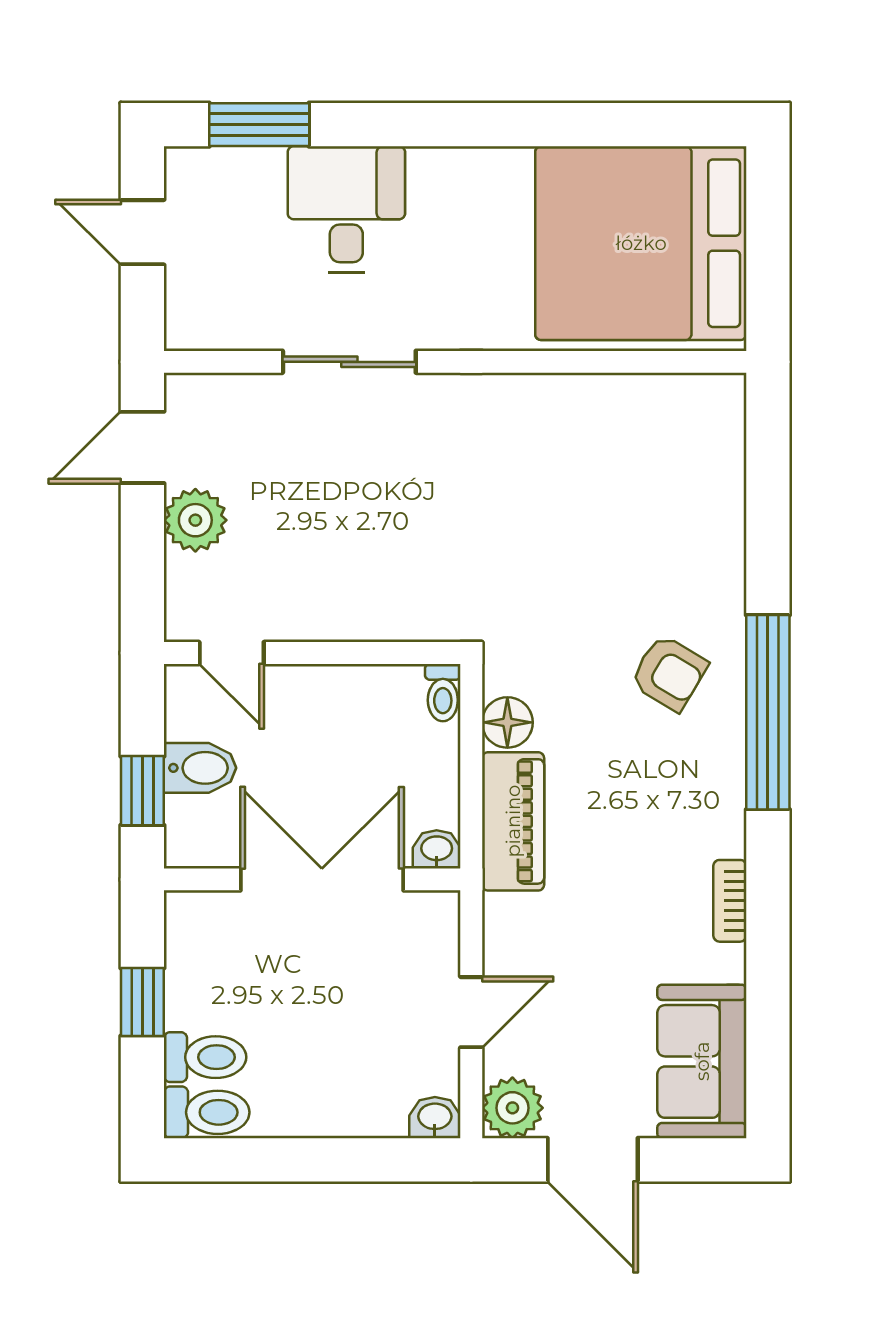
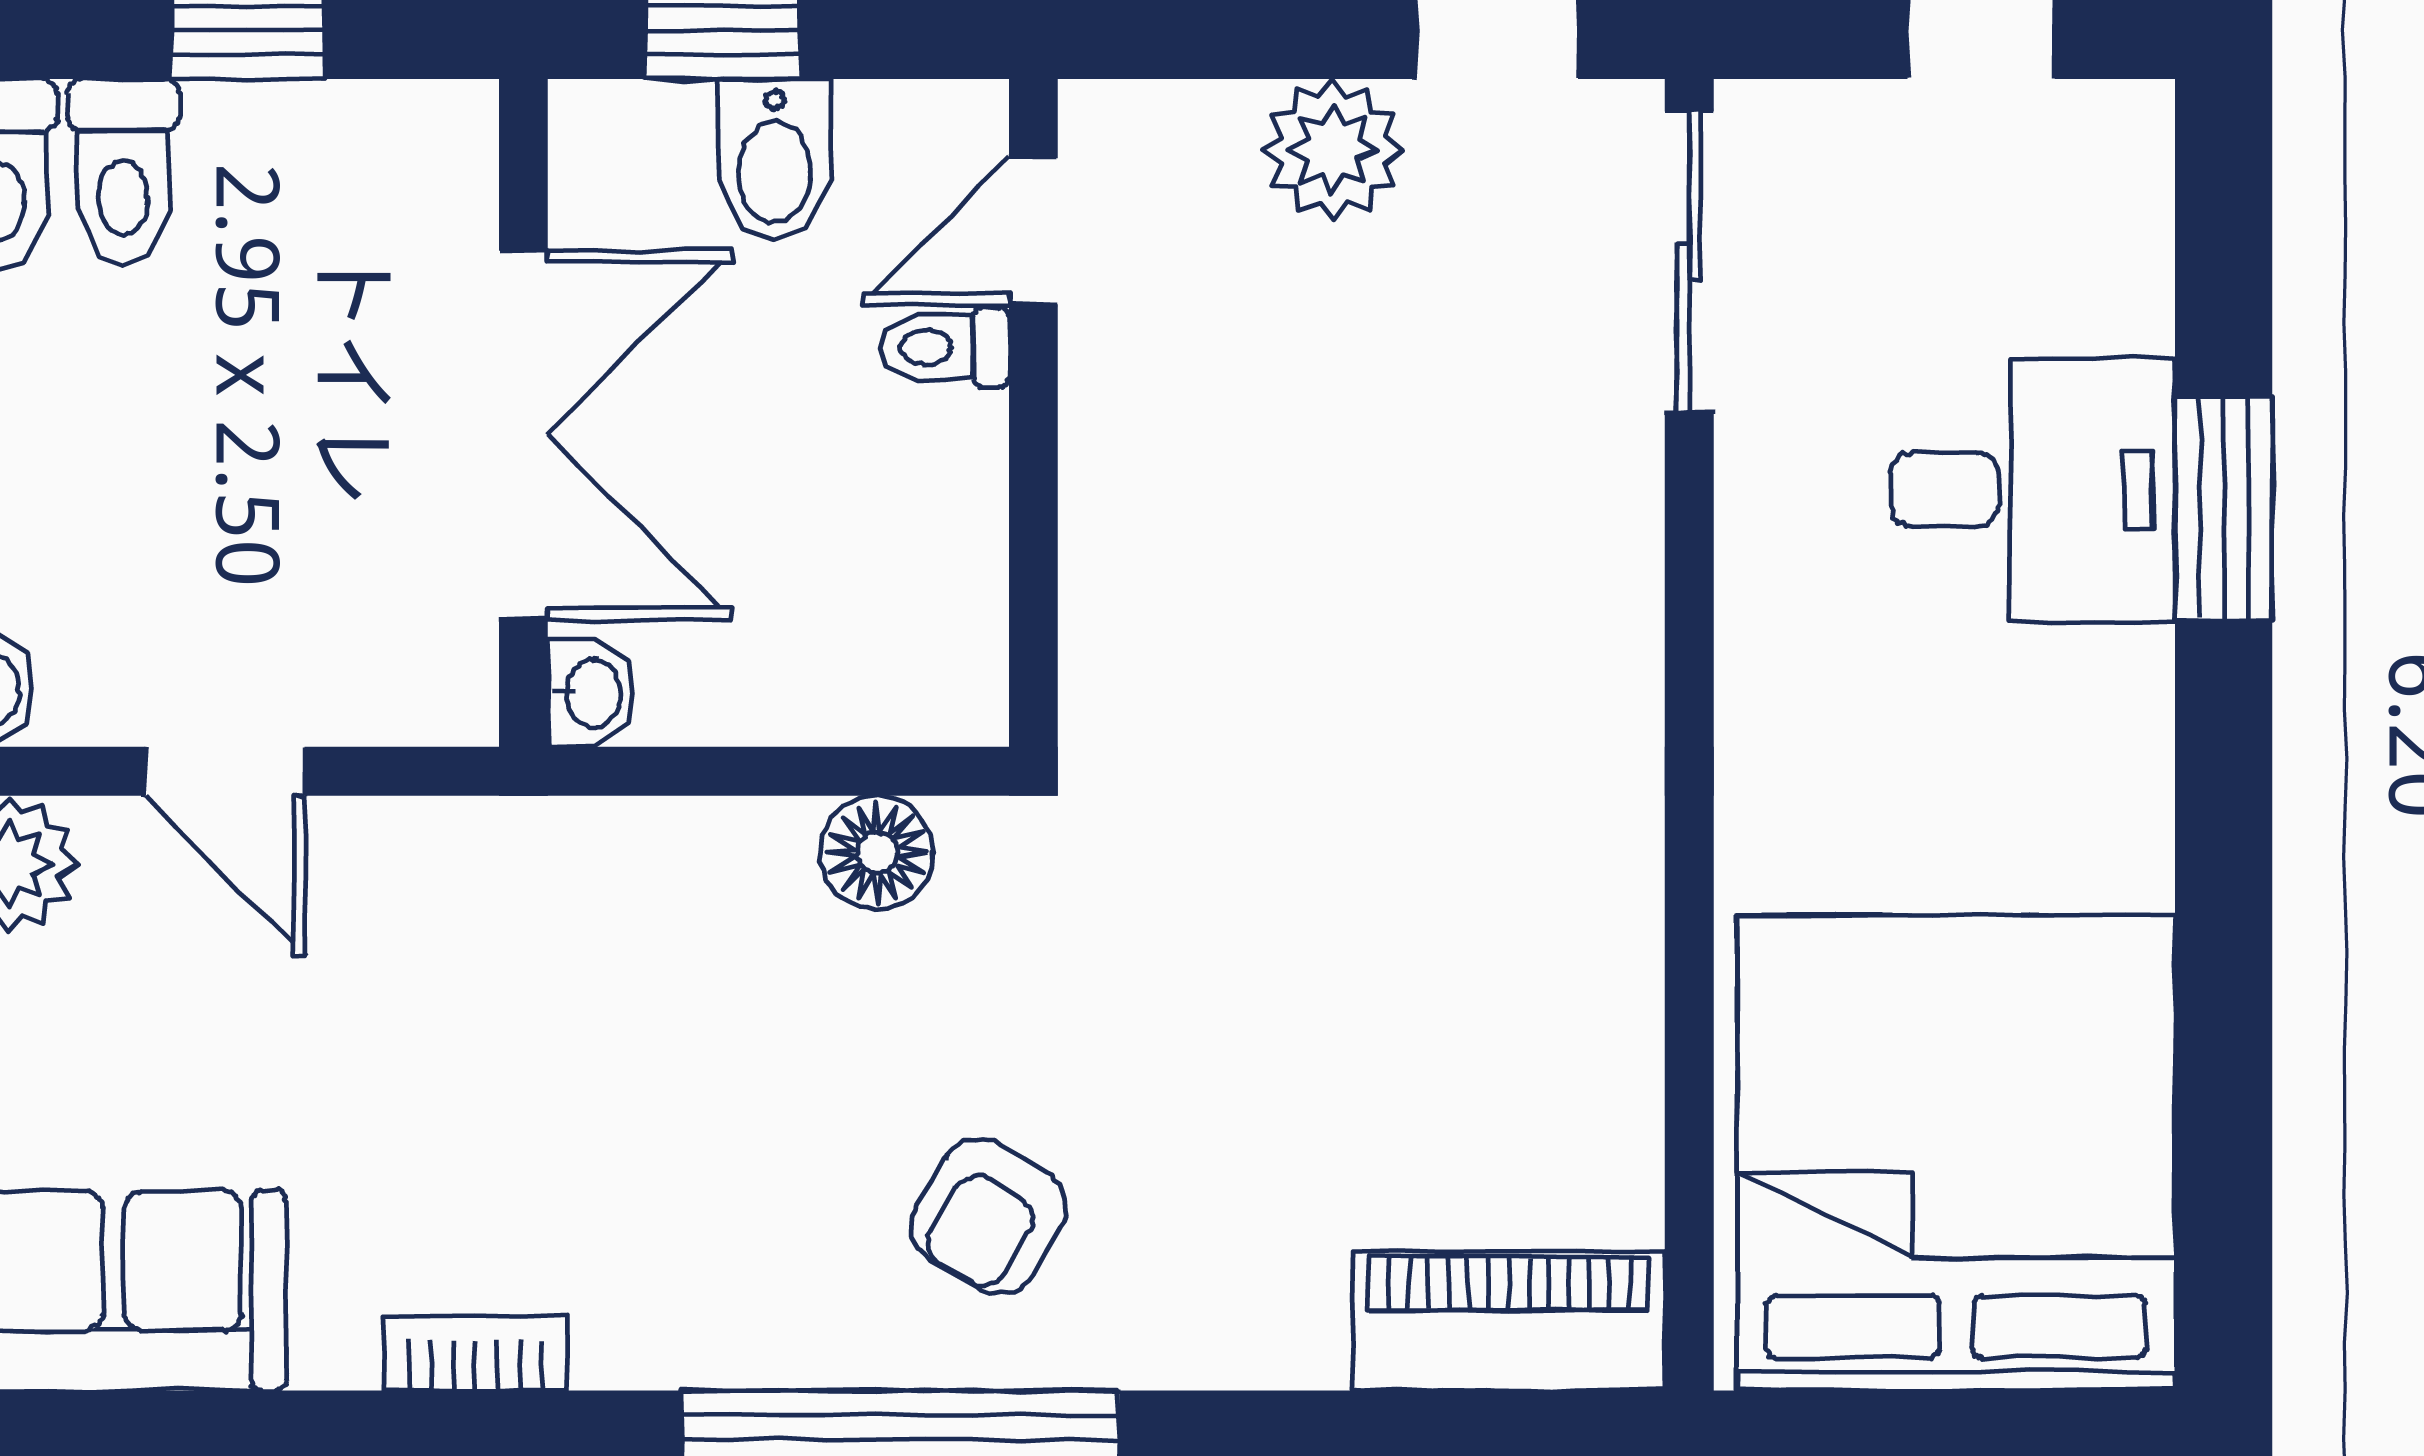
window: (259, 125) -> (2224, 508), moved
sliding door: (349, 362) -> (1689, 262), moved
toilet: (443, 693) -> (944, 347), moved
piano: (513, 821) -> (1509, 1321), moved, turned 180

